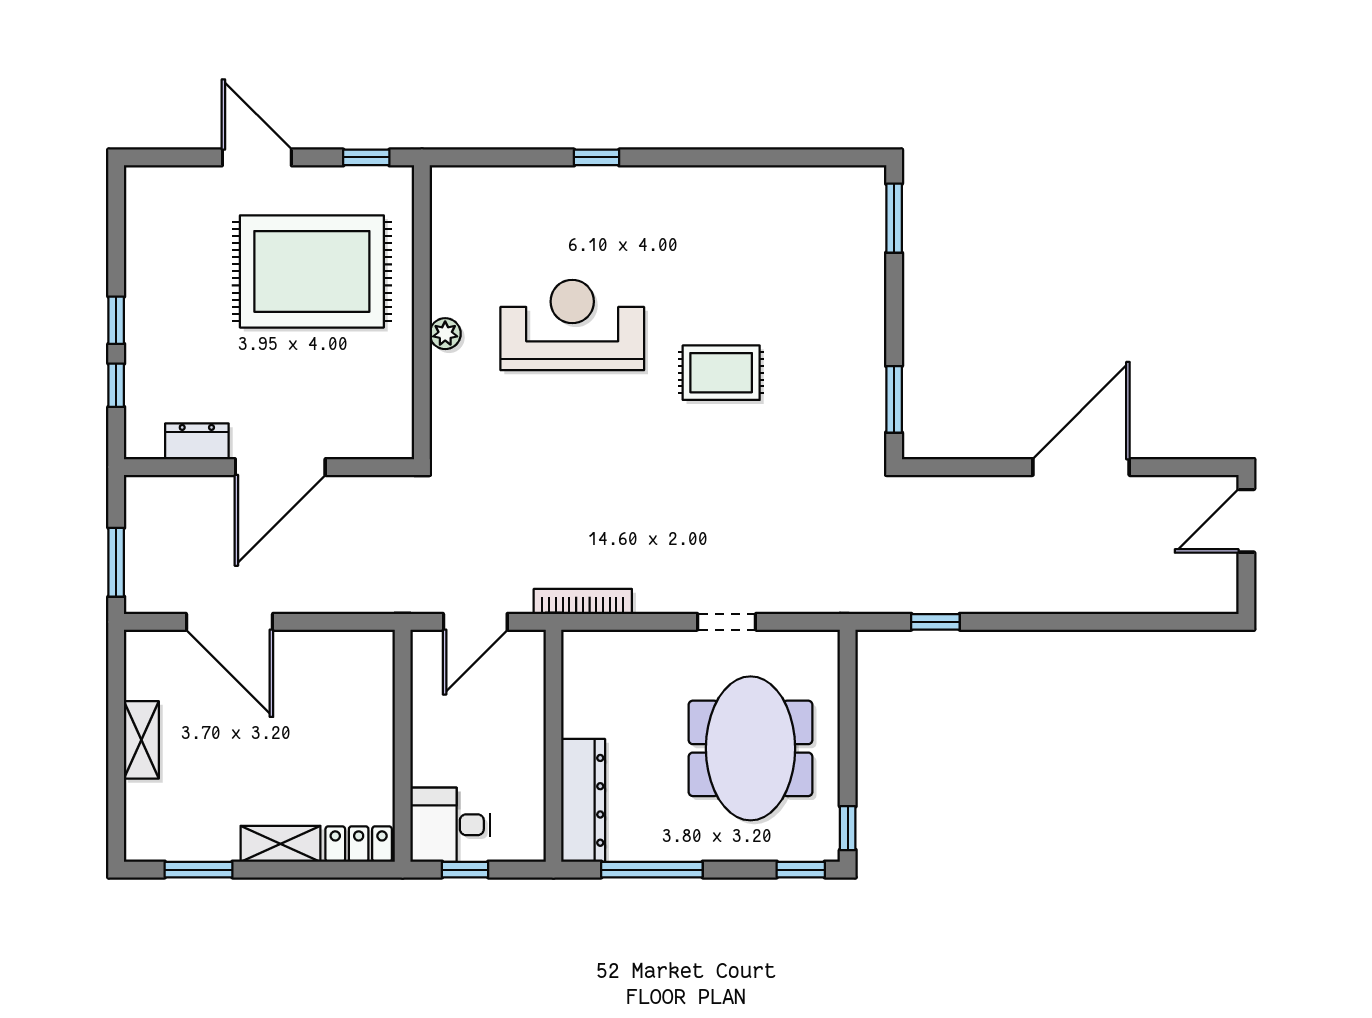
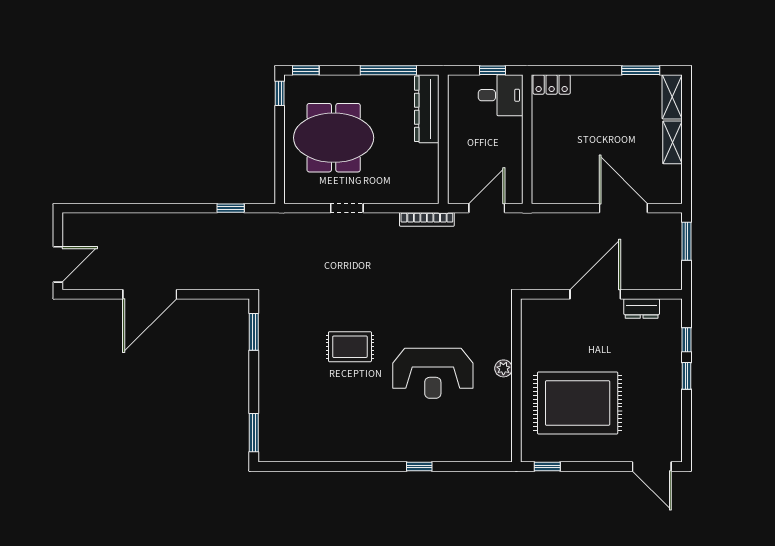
door: (257, 157) -> (652, 466), moved
meeting table: (751, 748) -> (334, 138), turned 90
shelving: (281, 844) -> (672, 97), moved, turned 90

